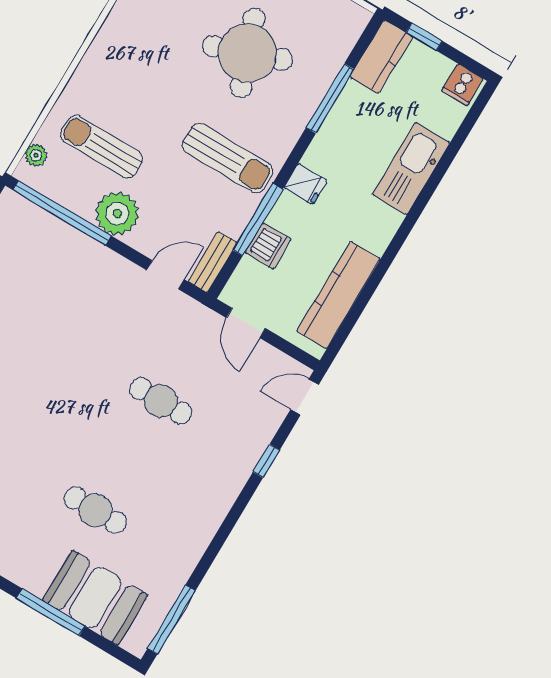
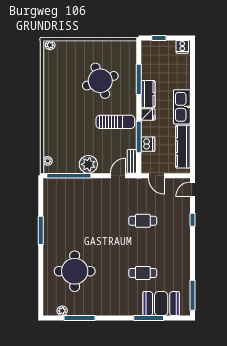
kitchen counter: (381, 57) -> (148, 94), moved
sun lounger: (101, 147) -> (69, 144), removed
kitchen sink: (411, 169) -> (182, 107), moved

